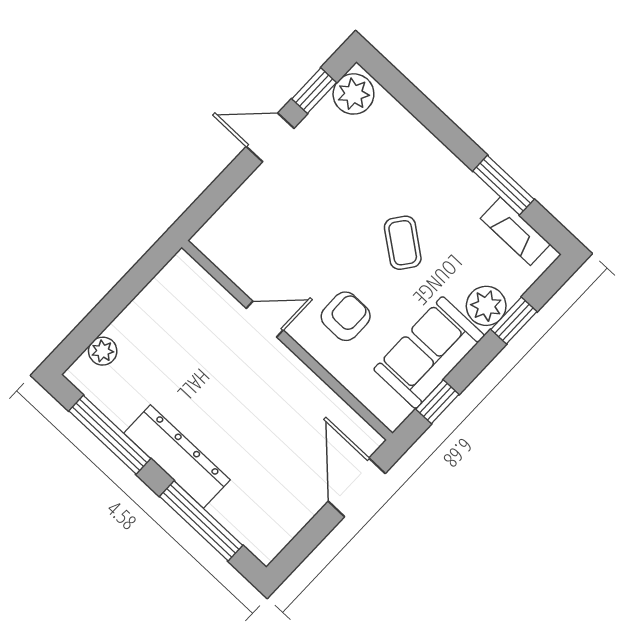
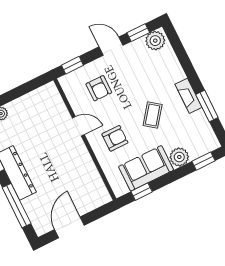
window: (208, 203) -> (72, 65), added
armchair: (277, 229) -> (99, 88), added
fireplace: (515, 231) -> (188, 96), moved
window: (514, 321) -> (204, 161), moved
door: (357, 487) -> (69, 227), moved

